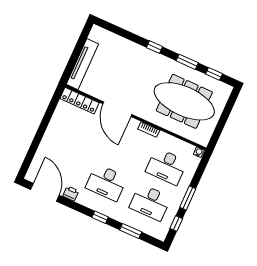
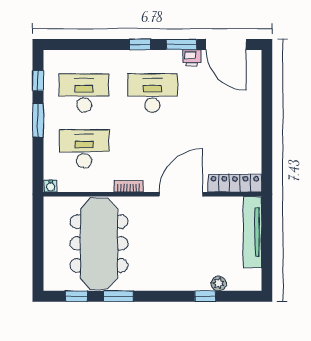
plant: (119, 41) -> (219, 284), added
window: (155, 47) -> (205, 296), moved
meeting table: (184, 101) -> (99, 243), turned 90
door: (117, 109) -> (181, 194), hinge flipped
window: (131, 231) -> (182, 44), moved

